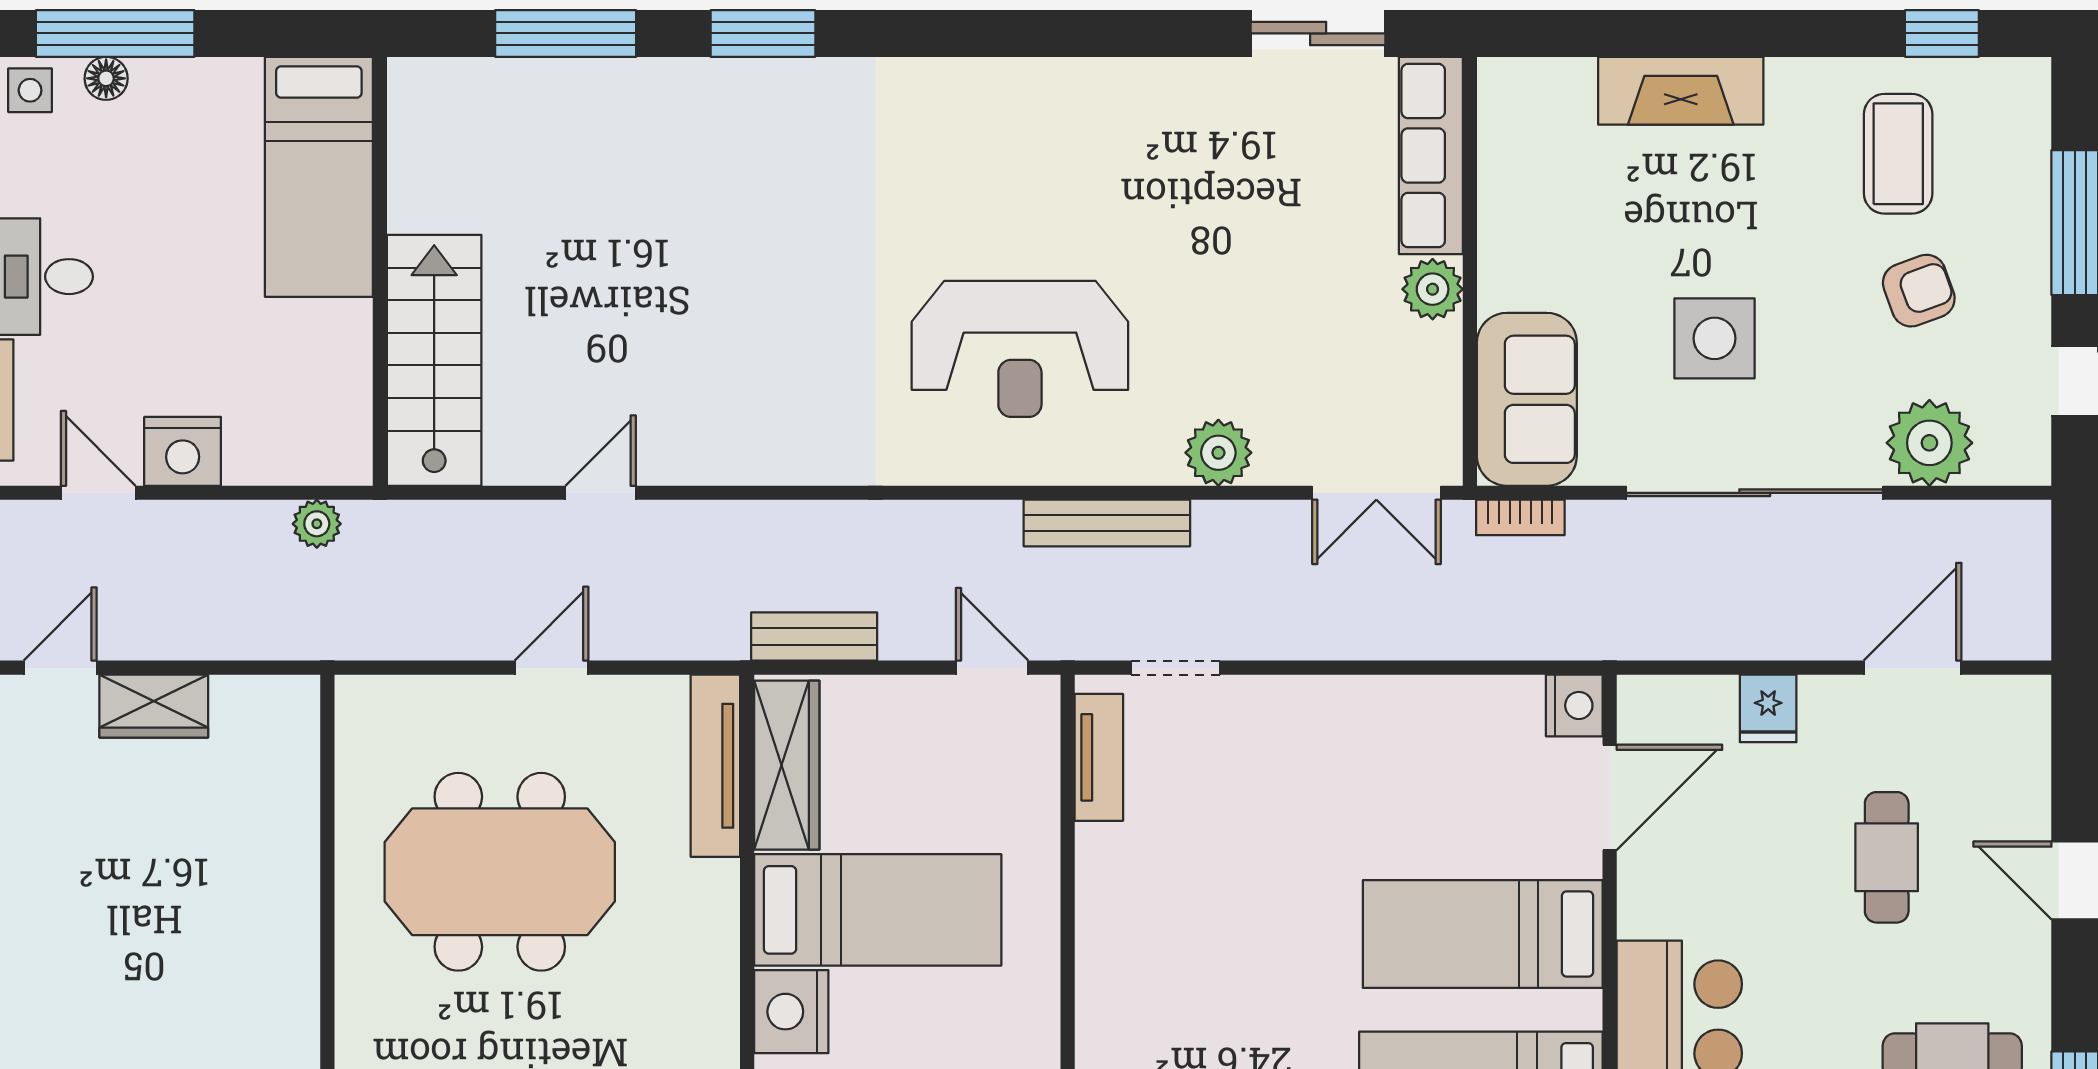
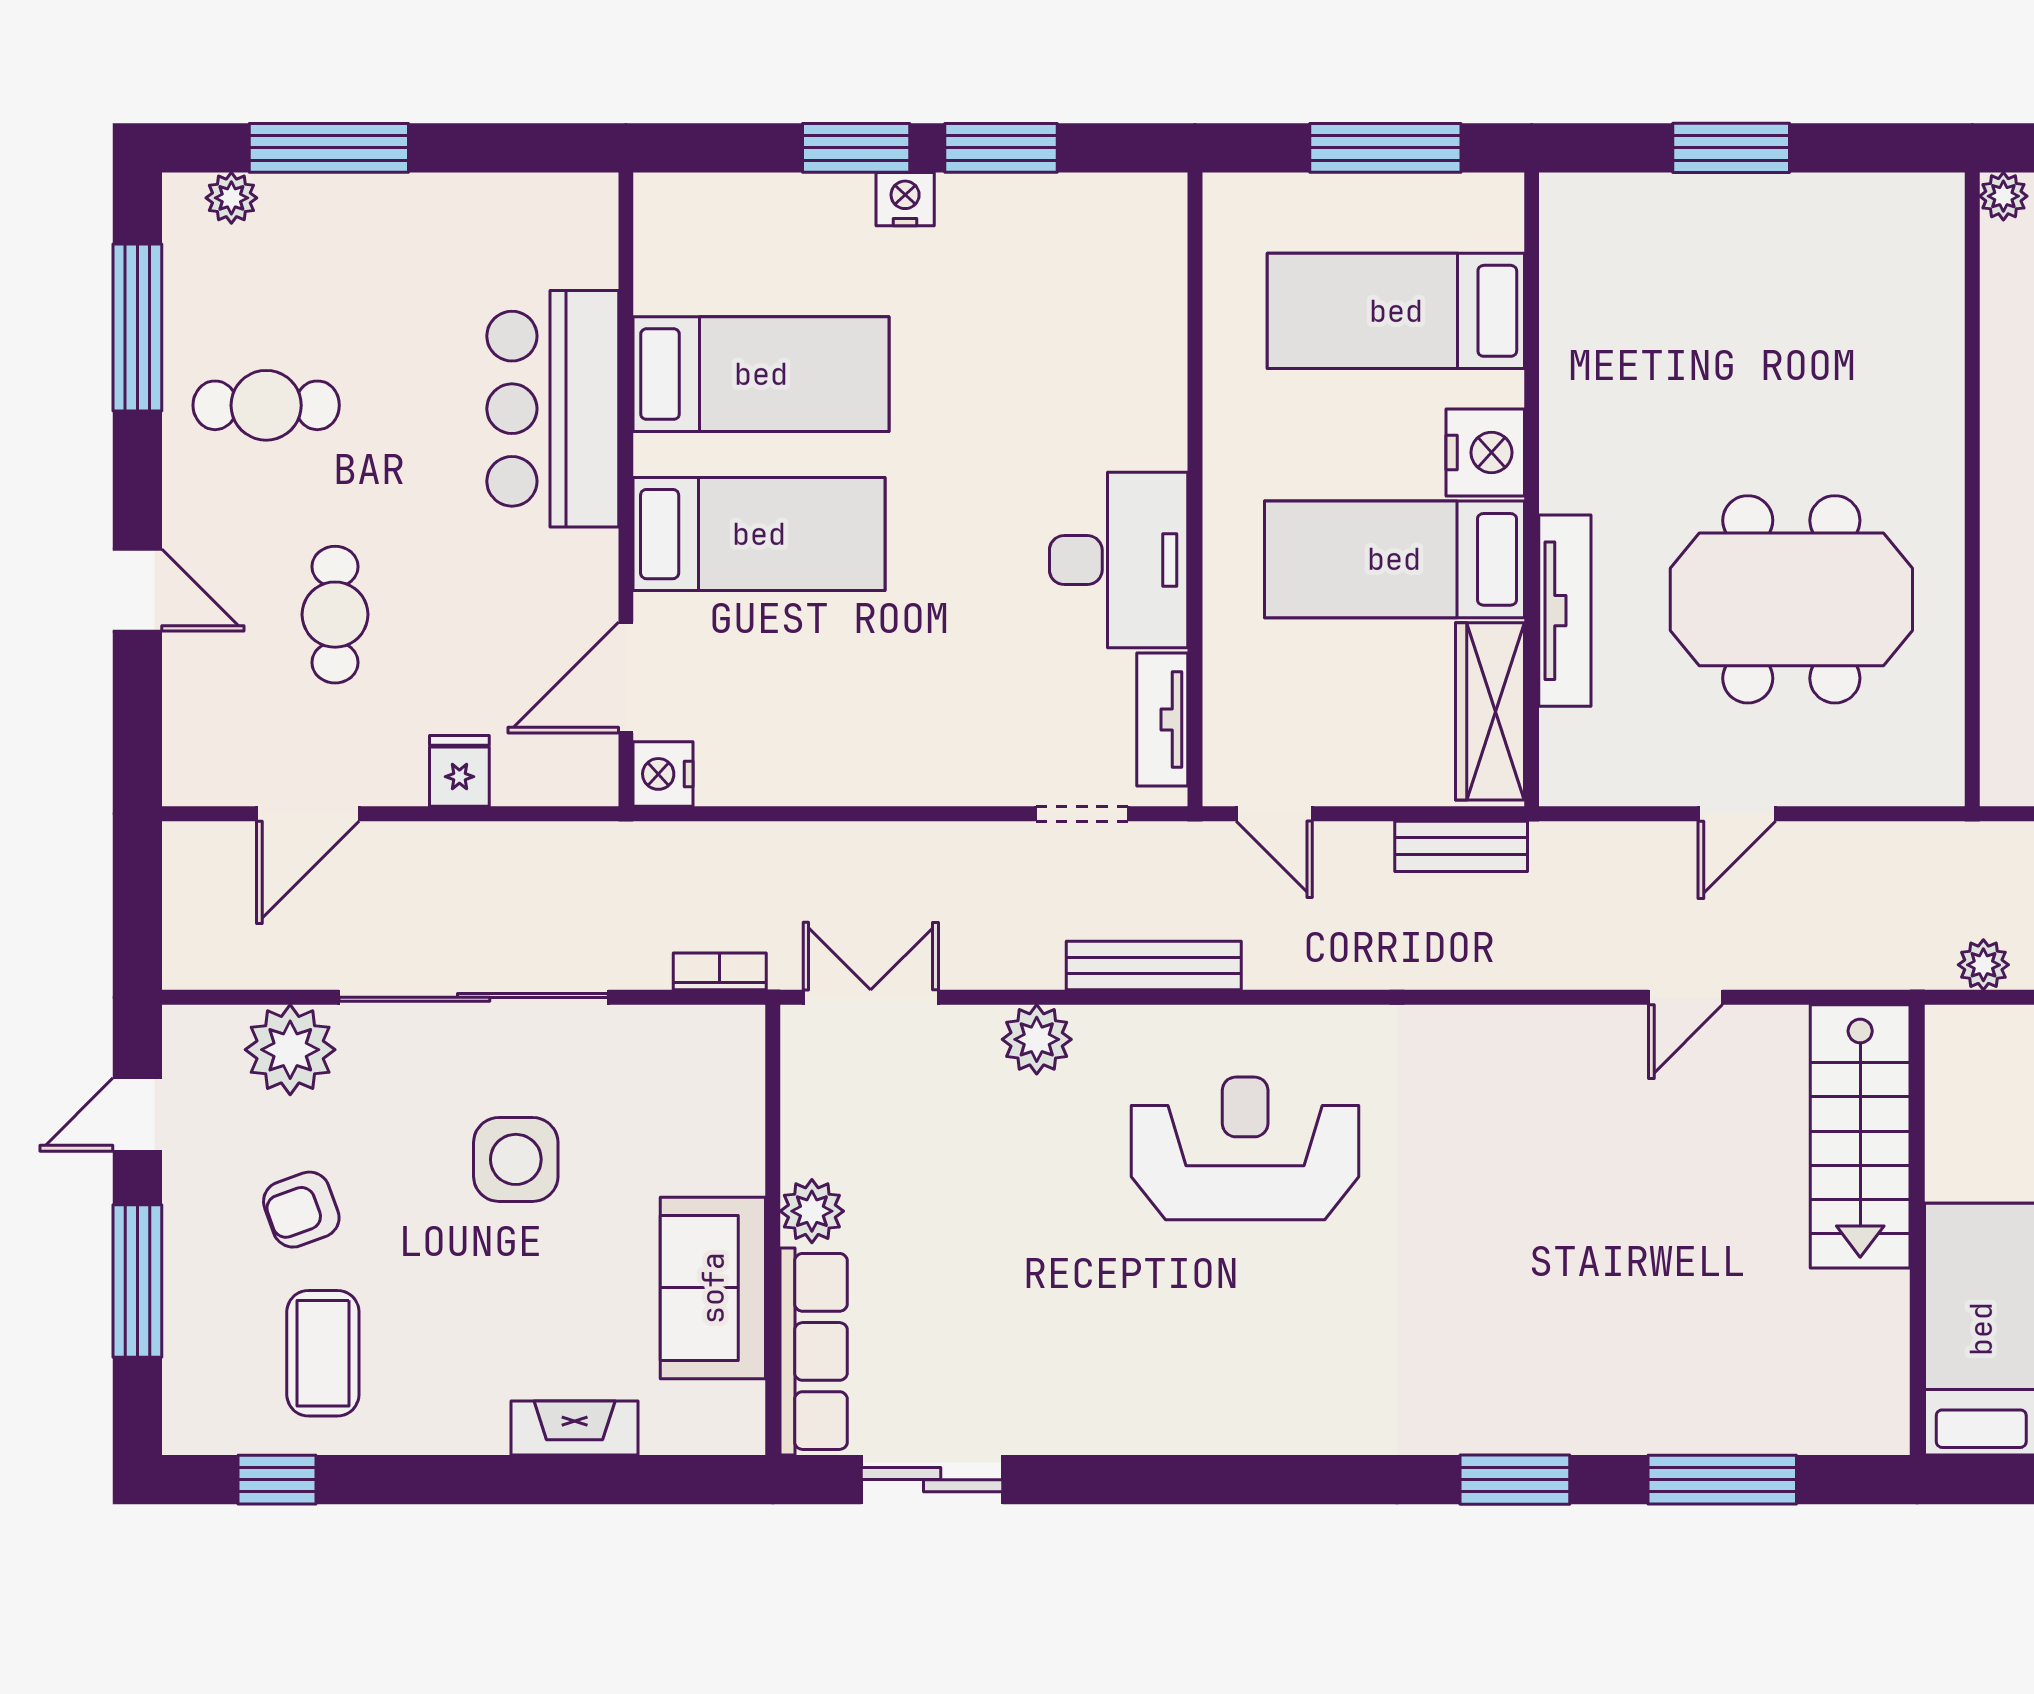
fireplace: (1681, 91) -> (575, 1428), width x0.73, depth x0.76
sofa: (1527, 399) -> (713, 1288), moved
tv unit: (715, 766) -> (1565, 611), moved
desk: (1140, 909) -> (1119, 560), added

